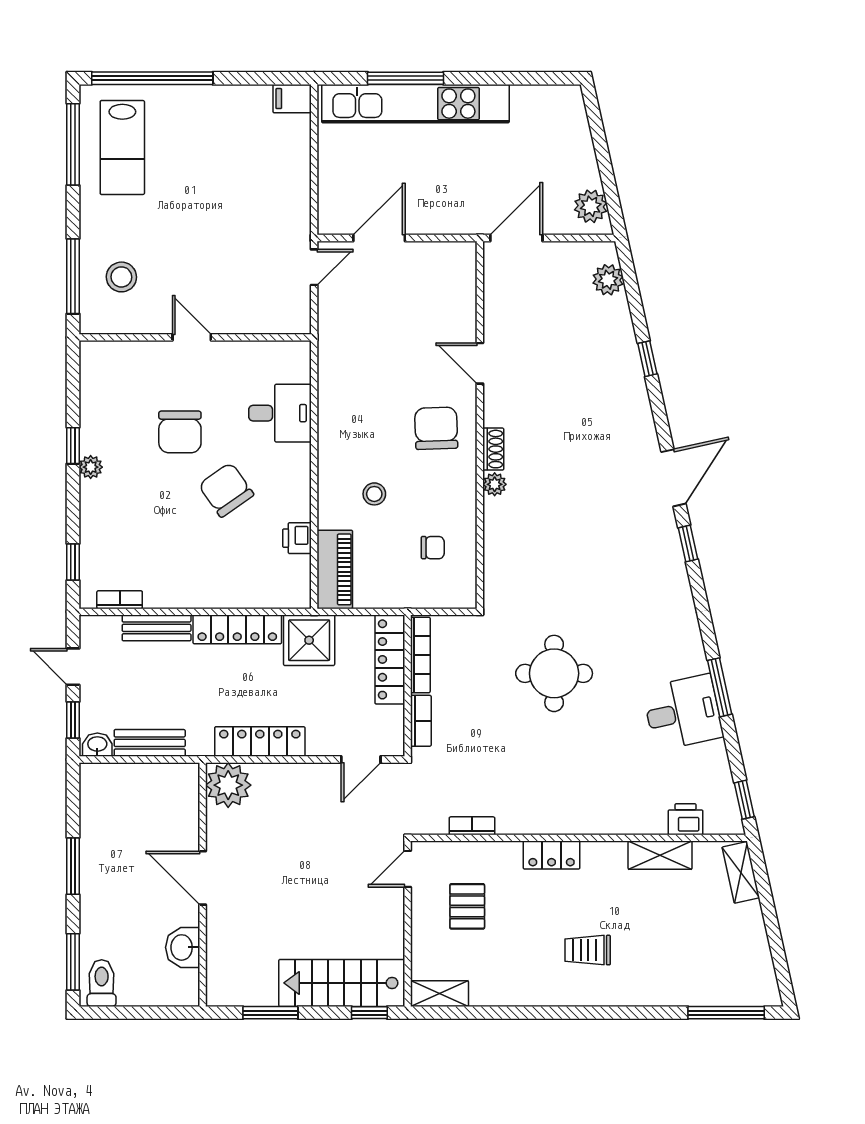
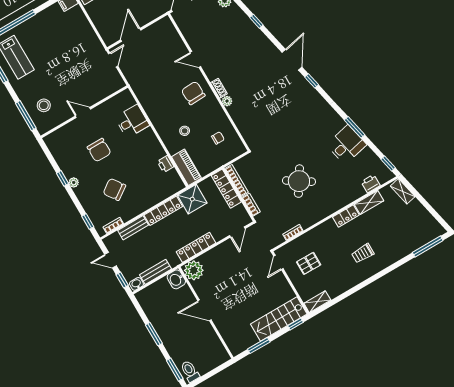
chair: (226, 490) -> (114, 189), moved
round table: (554, 673) -> (299, 181), moved, turned 33
locker: (552, 855) -> (346, 216), moved
pallet: (467, 906) -> (309, 263), turned 90
washbasin: (183, 947) -> (176, 279), moved

